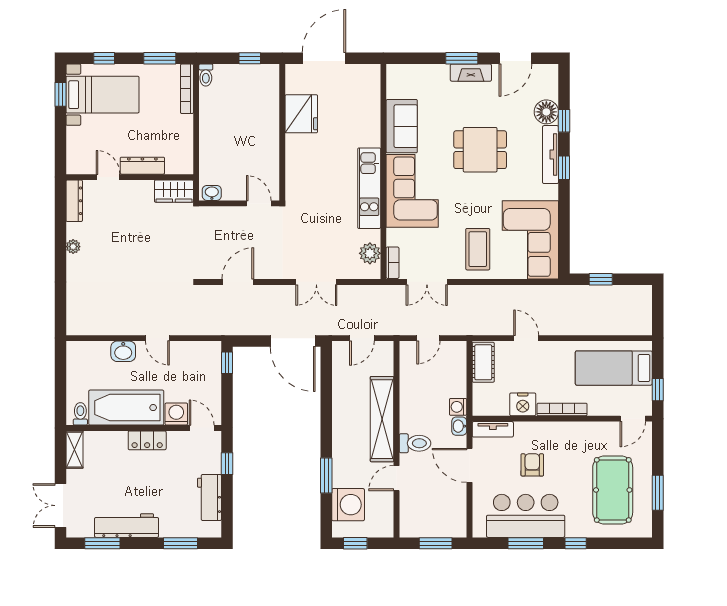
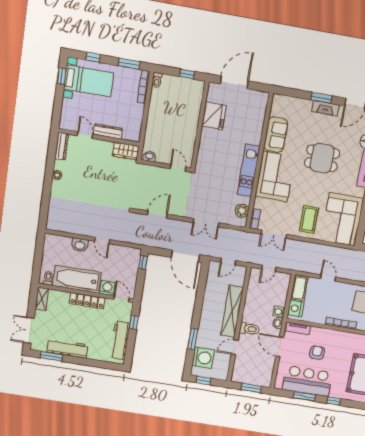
nightstand: (523, 404) -> (296, 308), moved, turned 90
locker: (147, 440) -> (87, 301), width x1.53
workbench: (209, 497) -> (120, 340), width x1.38
window: (180, 543) -> (99, 364), removed

